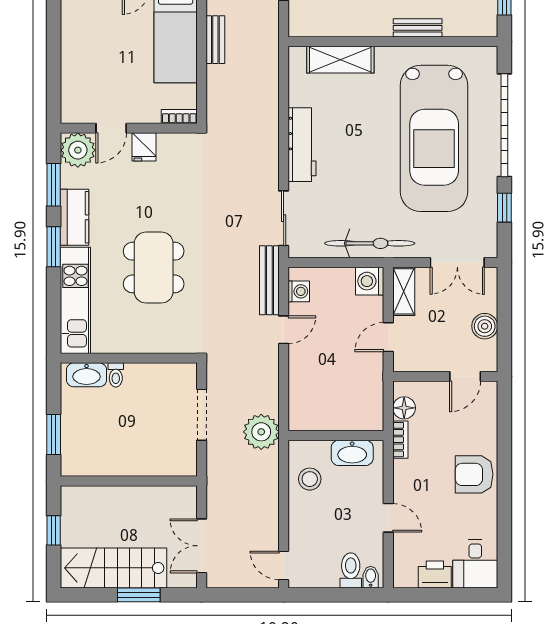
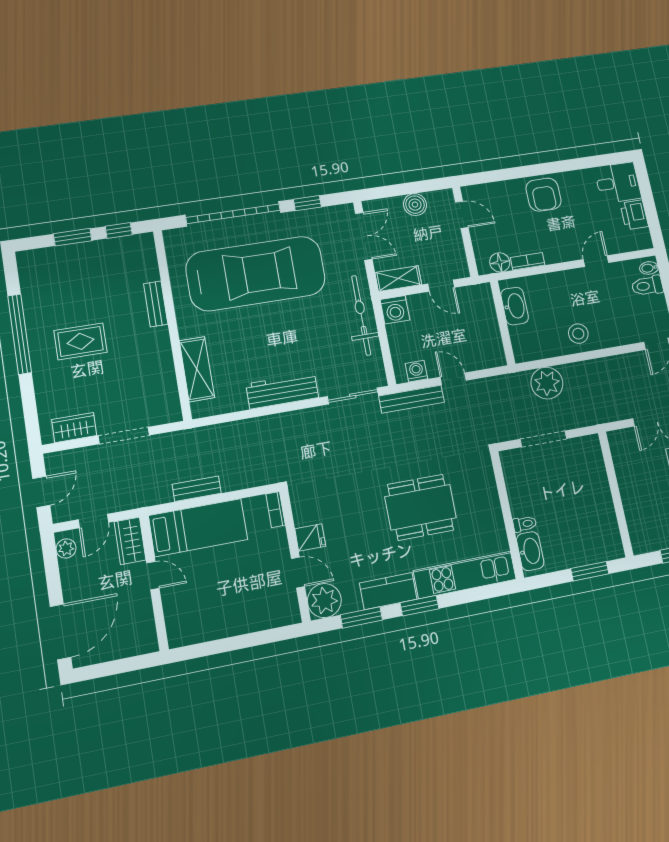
wall: (336, 436) -> (503, 323), moved
washbasin: (352, 453) -> (515, 306), moved

